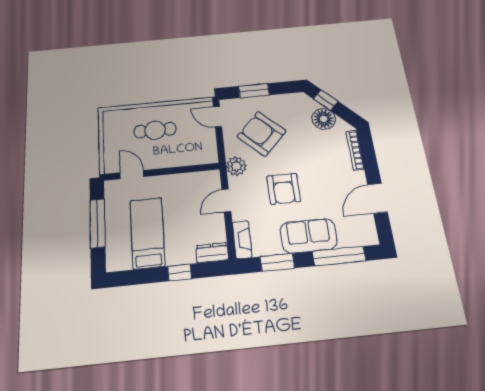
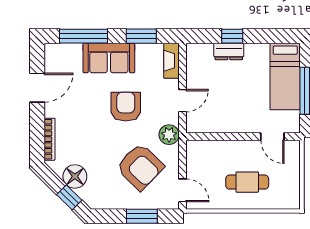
bed: (147, 233) -> (285, 77), moved
dresser: (212, 253) -> (229, 51), moved

